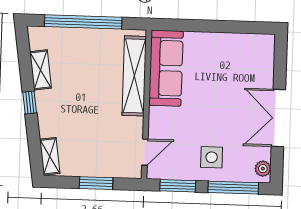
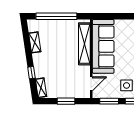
sofa: (166, 68) -> (103, 46), width x1.36, depth x1.27
window: (30, 102) -> (31, 73), moved

